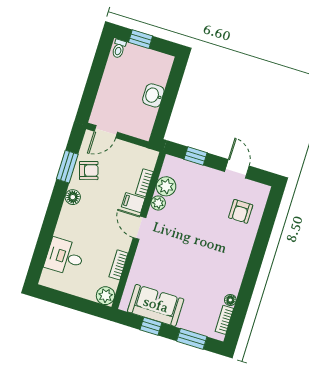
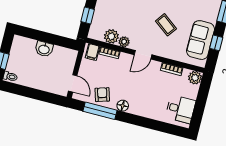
window: (67, 167) -> (100, 111), width x1.44
filing cabinet: (133, 203) -> (92, 52), moved
desk: (65, 257) -> (180, 109), moved, turned -90
coffee table: (178, 260) -> (166, 25), added

